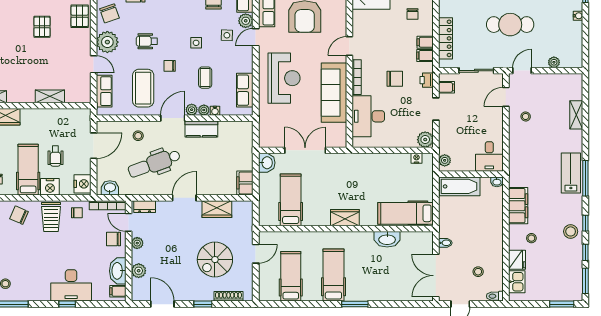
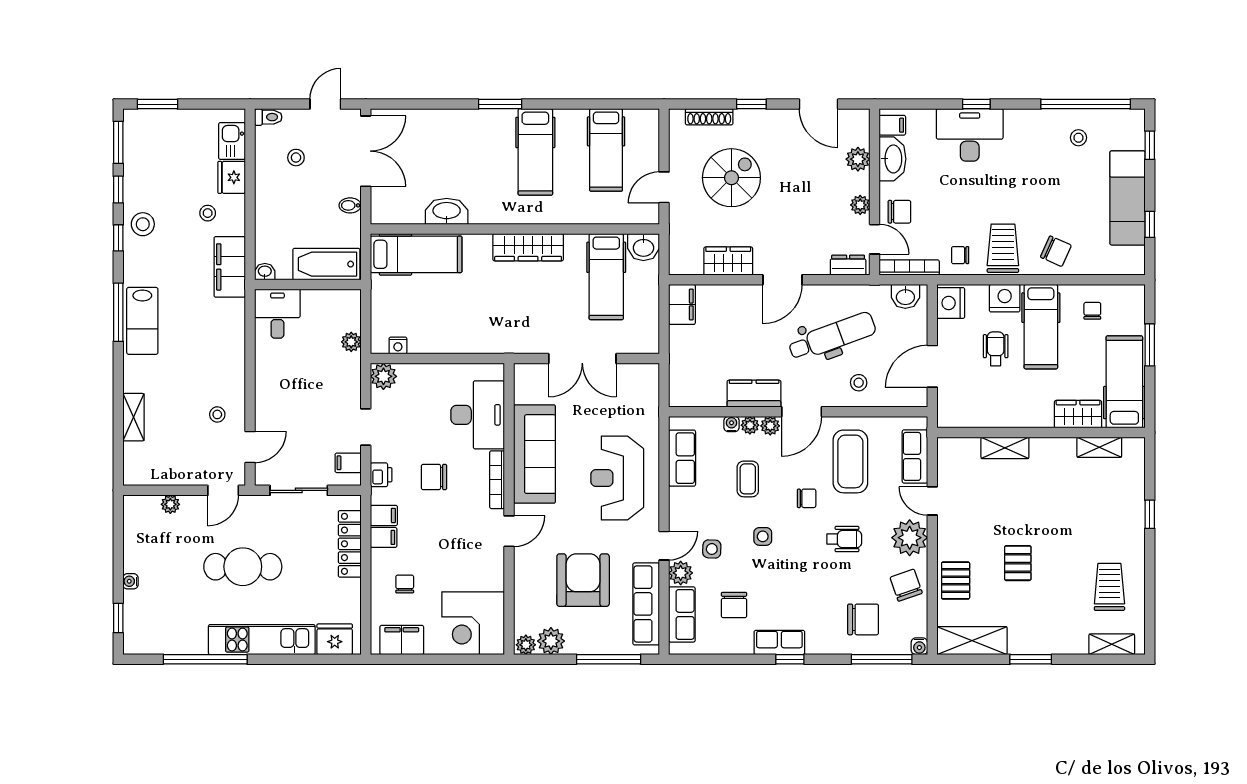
desk: (489, 156) -> (277, 314), moved
washbasin: (267, 163) -> (643, 247), moved, turned -90
wall: (471, 174) -> (308, 284), moved
washbasin: (497, 182) -> (265, 272), moved
bathtub: (460, 186) -> (326, 264), moved
wardrobe: (345, 218) -> (528, 247), width x1.50

